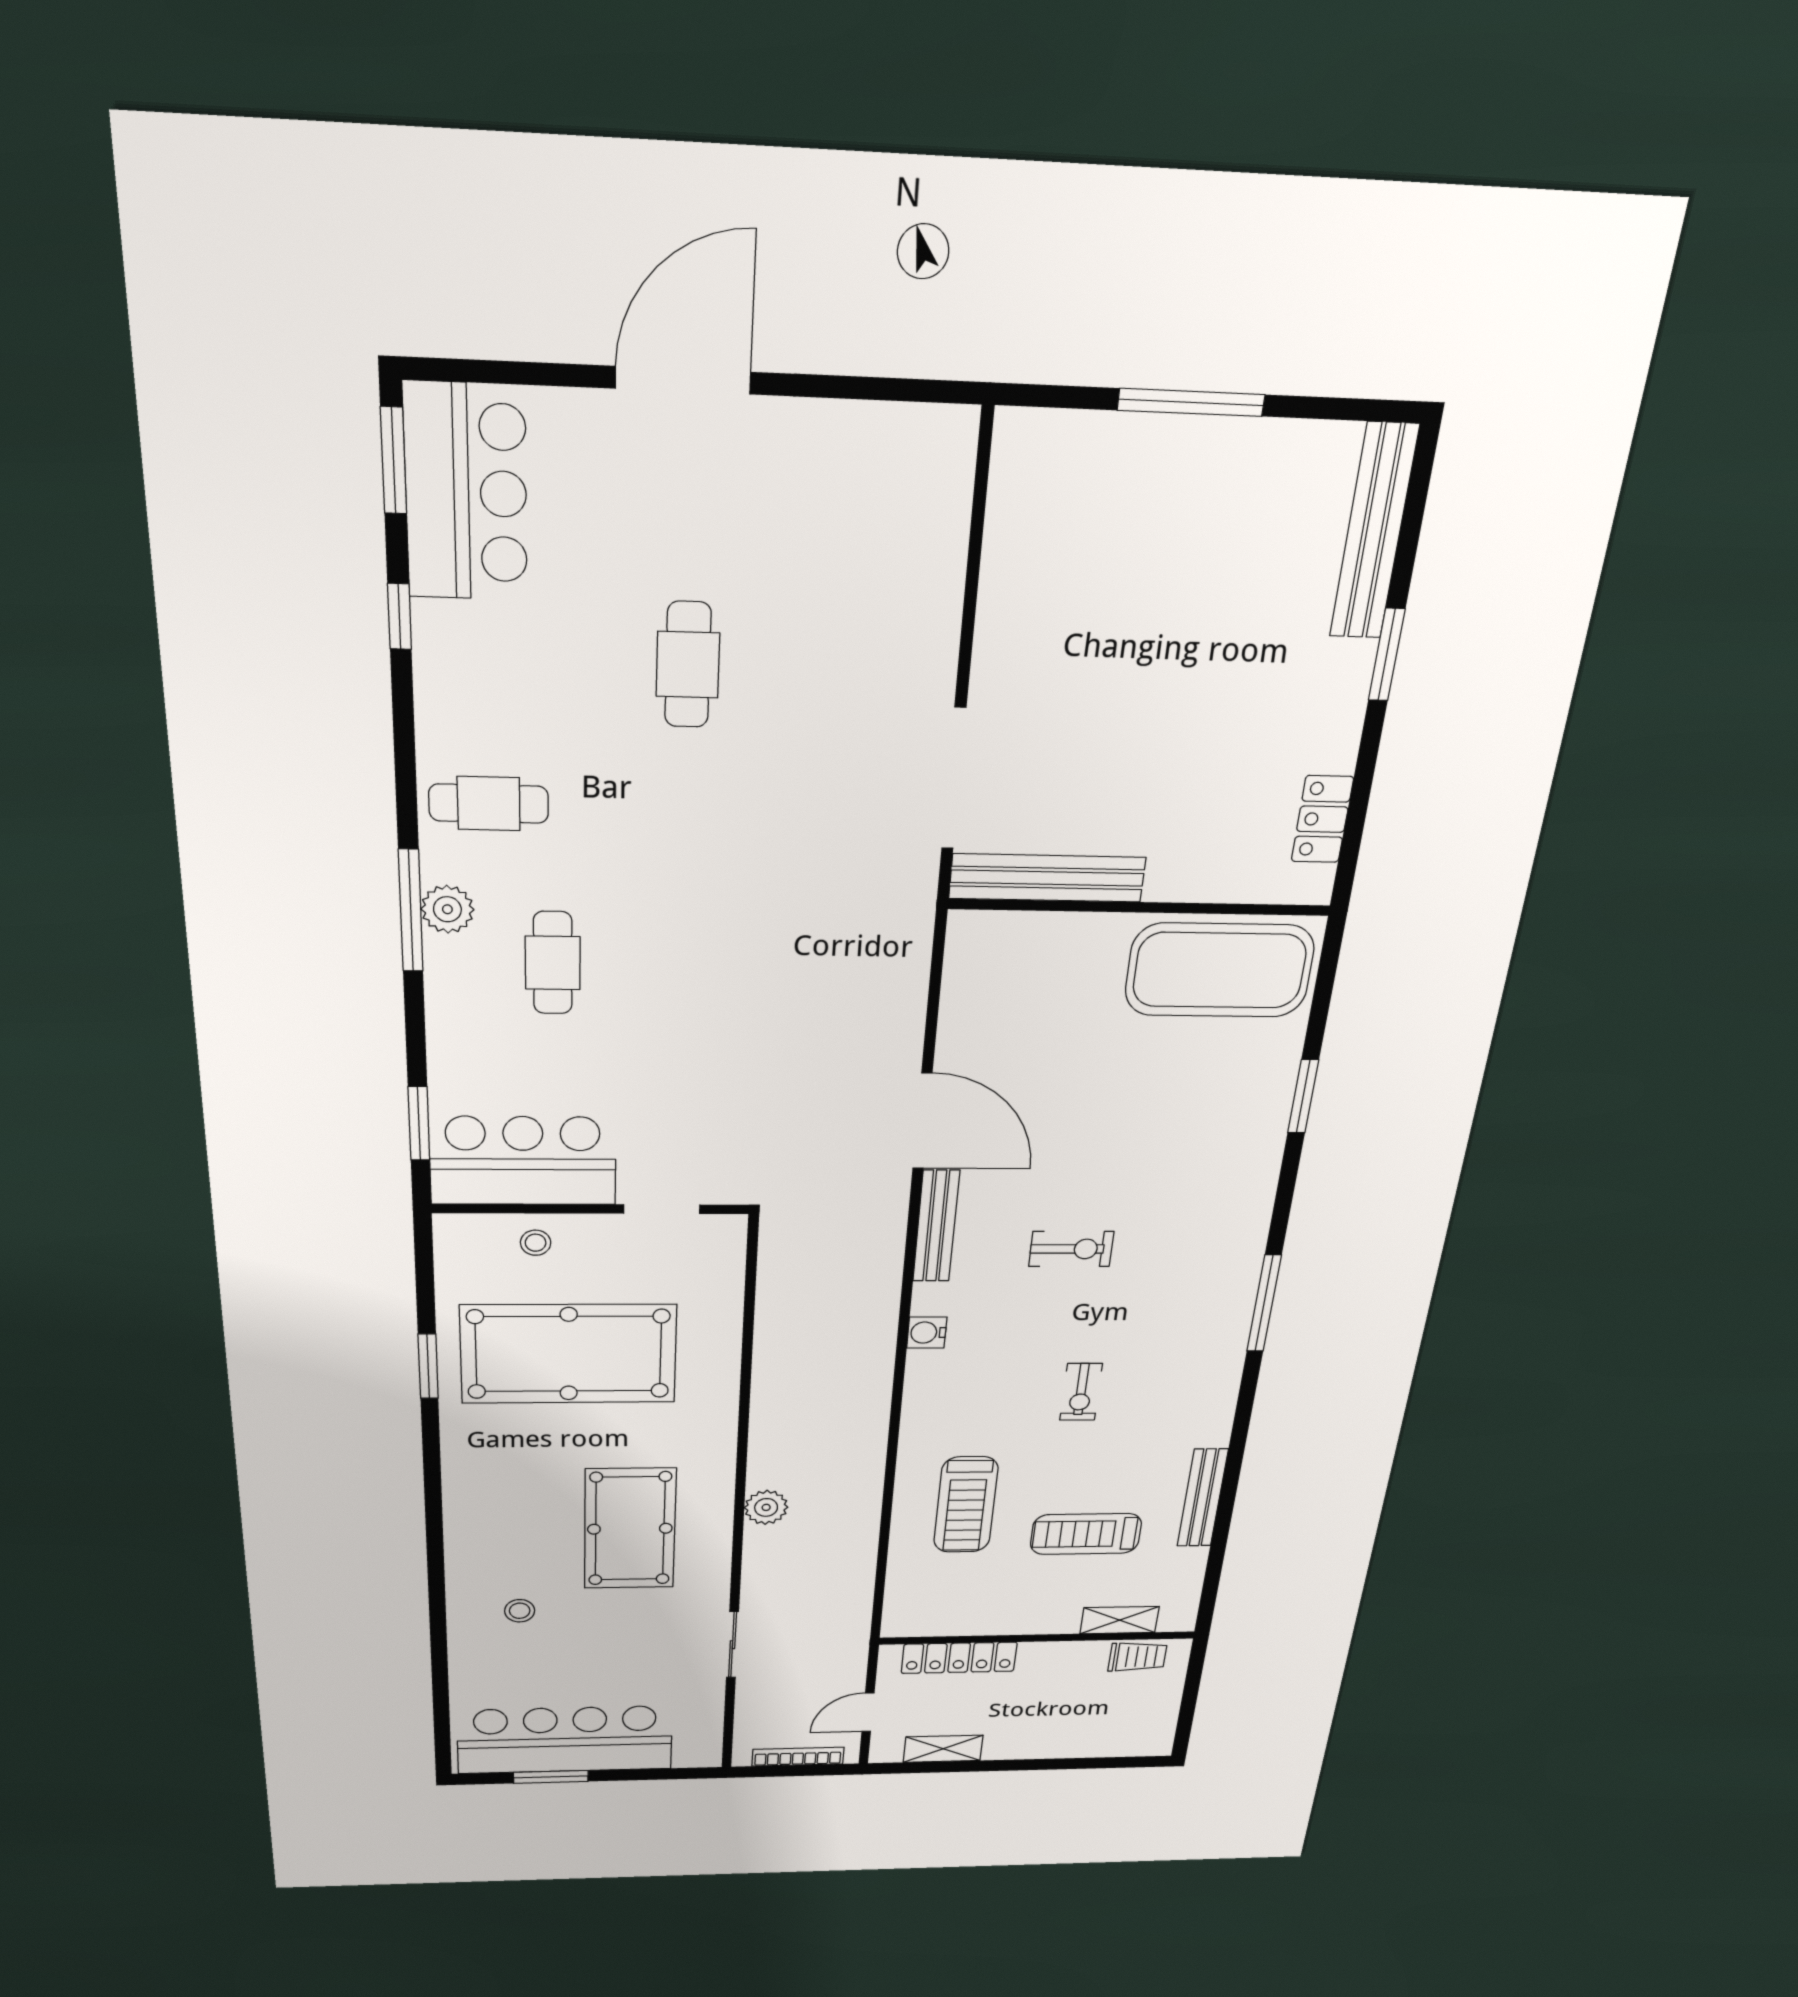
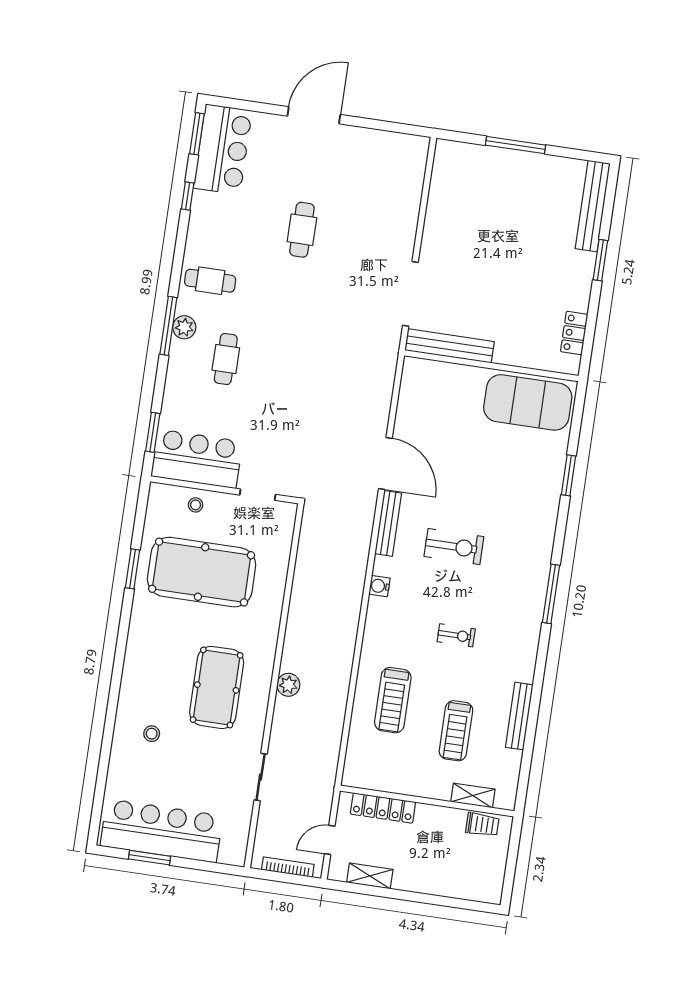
exercise bike: (1071, 1249) -> (454, 546), width x1.38, depth x1.39
exercise bike: (1081, 1392) -> (456, 635), turned -90
treadmill: (1086, 1534) -> (456, 731), turned -90

